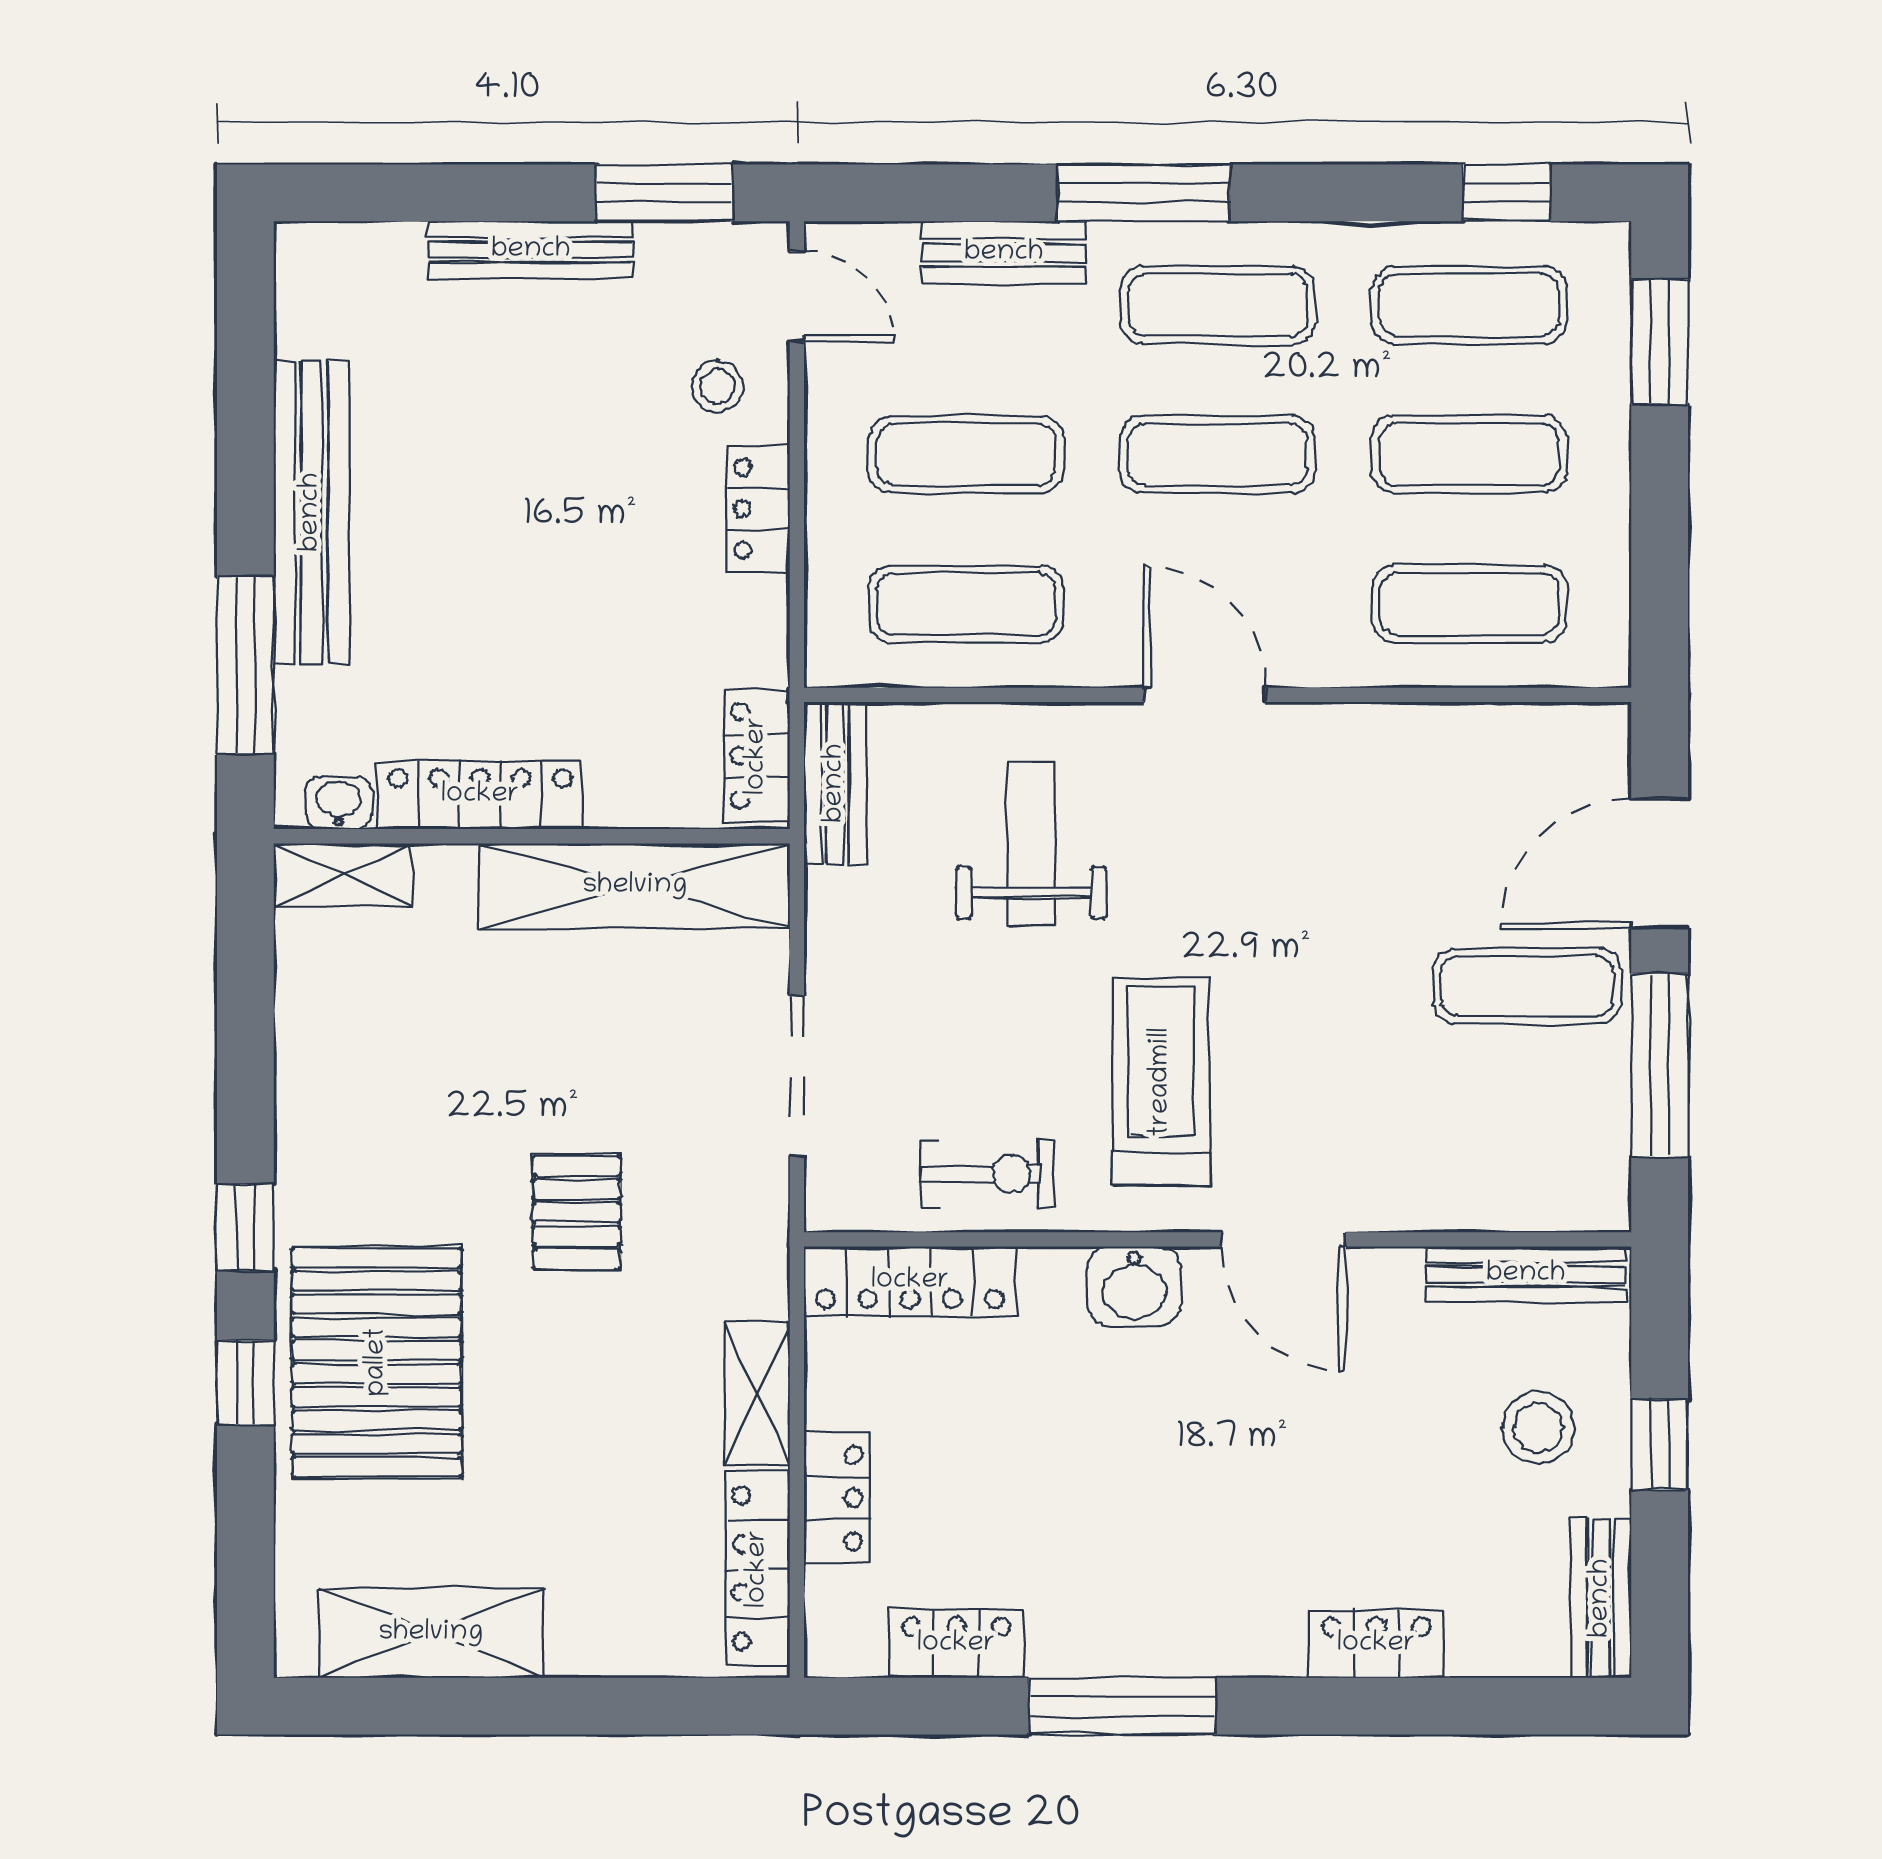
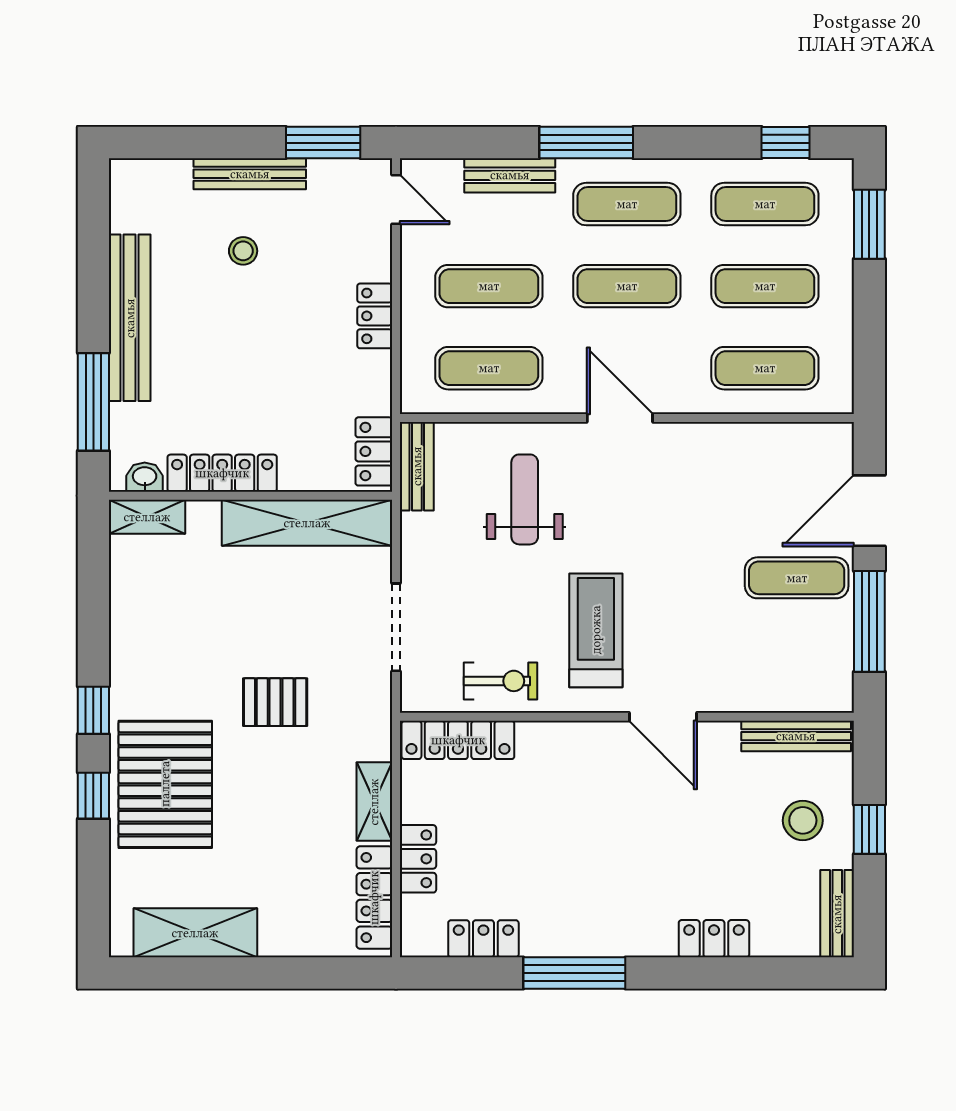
stool: (718, 386) -> (243, 251), moved
pallet: (577, 1213) -> (275, 702), turned 90
washbasin: (1134, 1286) -> (581, 743), removed

